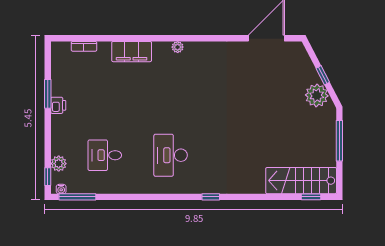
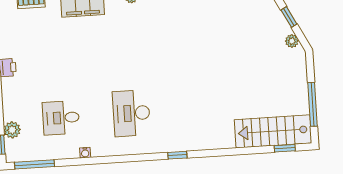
plant: (317, 95) -> (292, 41), width x0.53, depth x0.53
window: (339, 141) -> (312, 104), moved
water cooler: (61, 189) -> (85, 153), moved

